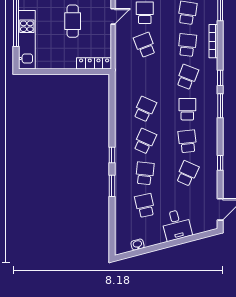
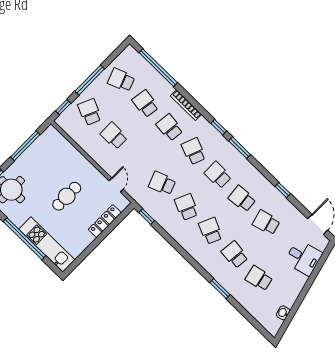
door: (113, 16) -> (116, 185), moved
cafe table: (73, 21) -> (67, 196), turned 90
school desk: (145, 45) -> (162, 183), moved
locker: (94, 63) -> (105, 221), moved
window: (112, 155) -> (147, 217), moved
school desk: (187, 173) -> (266, 223), turned -39
desk: (176, 225) -> (303, 258), moved

